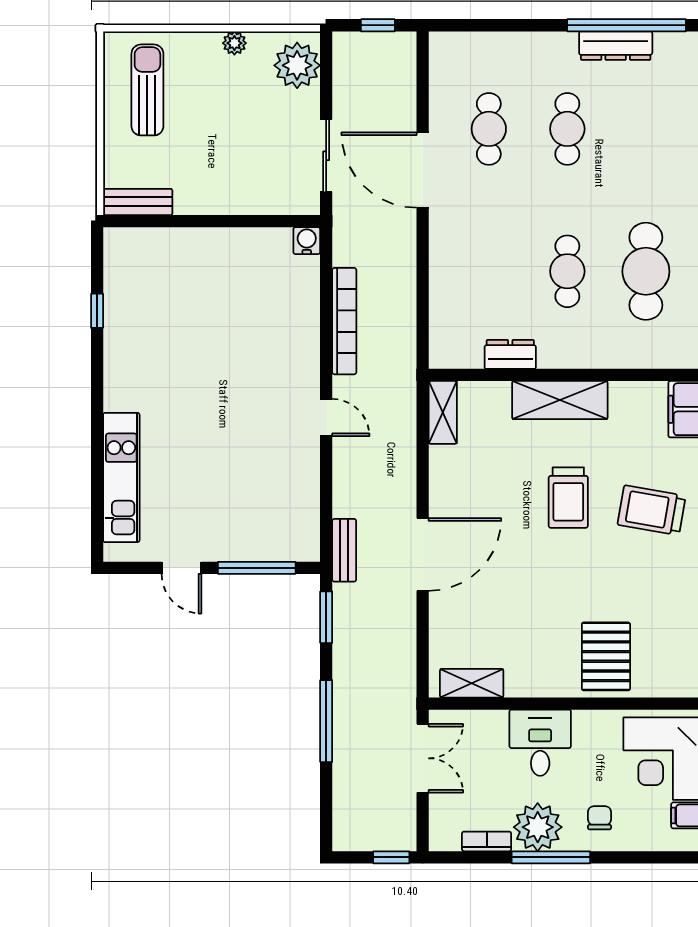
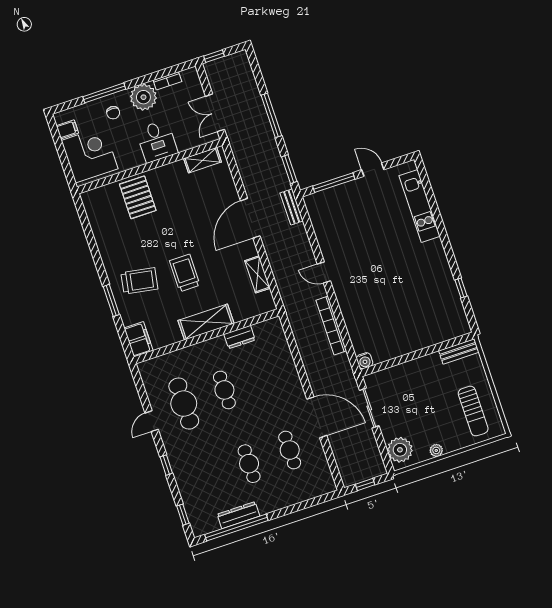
shelving: (443, 412) -> (257, 274), moved
window: (551, 857) -> (104, 93), moved

